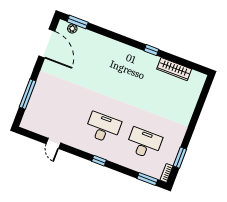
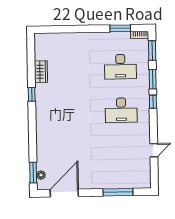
wardrobe: (174, 69) -> (41, 72), width x0.67
desk: (103, 128) -> (121, 110), turned -90
desk: (144, 143) -> (120, 67), turned -90
window: (120, 169) -> (153, 79), added

